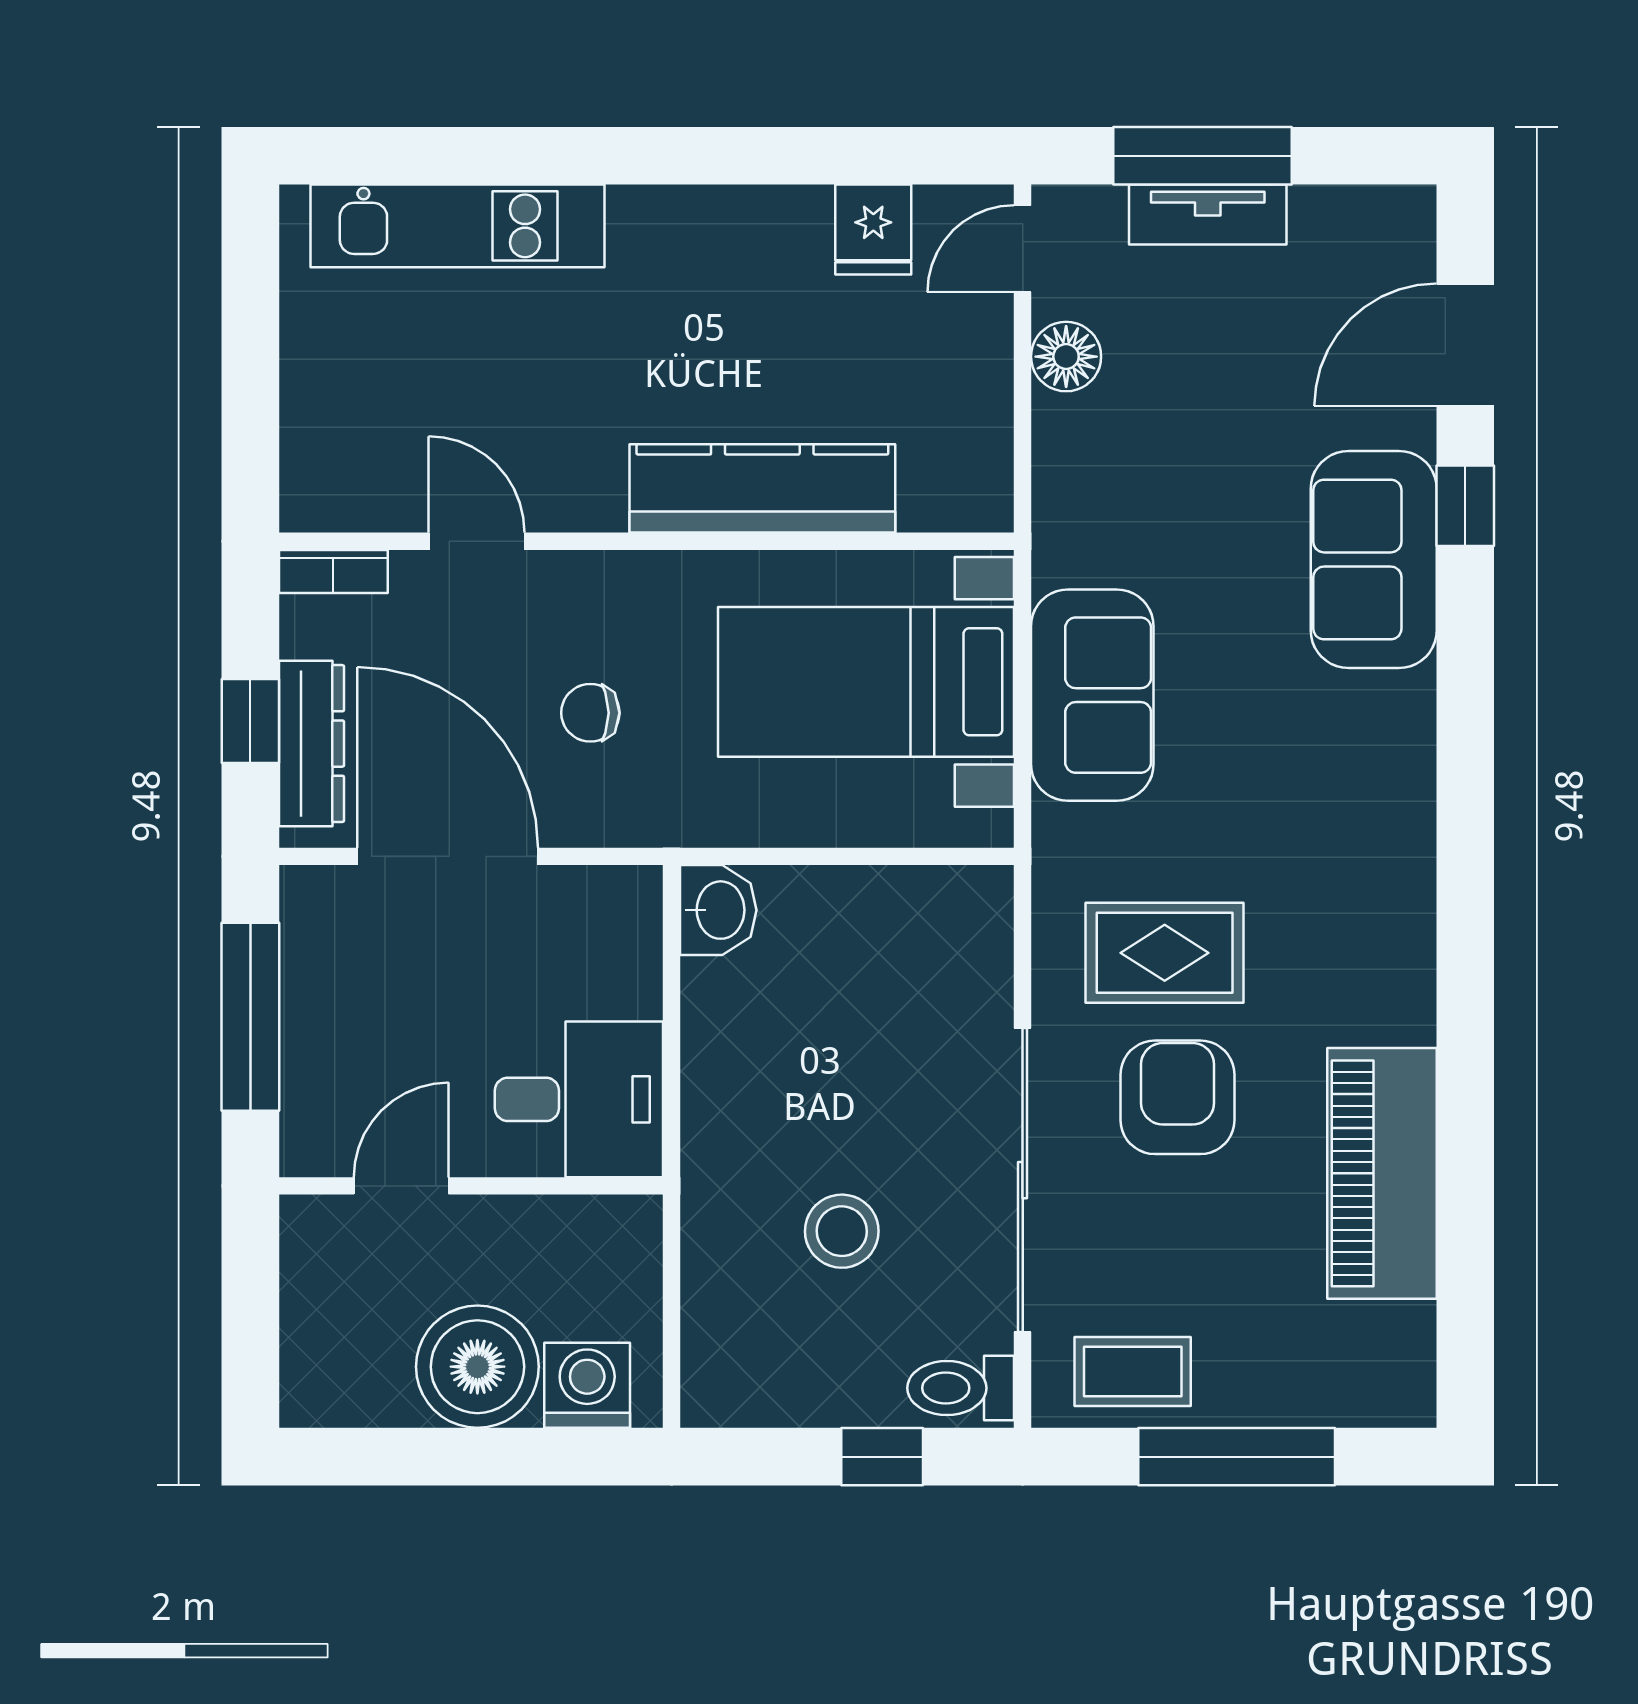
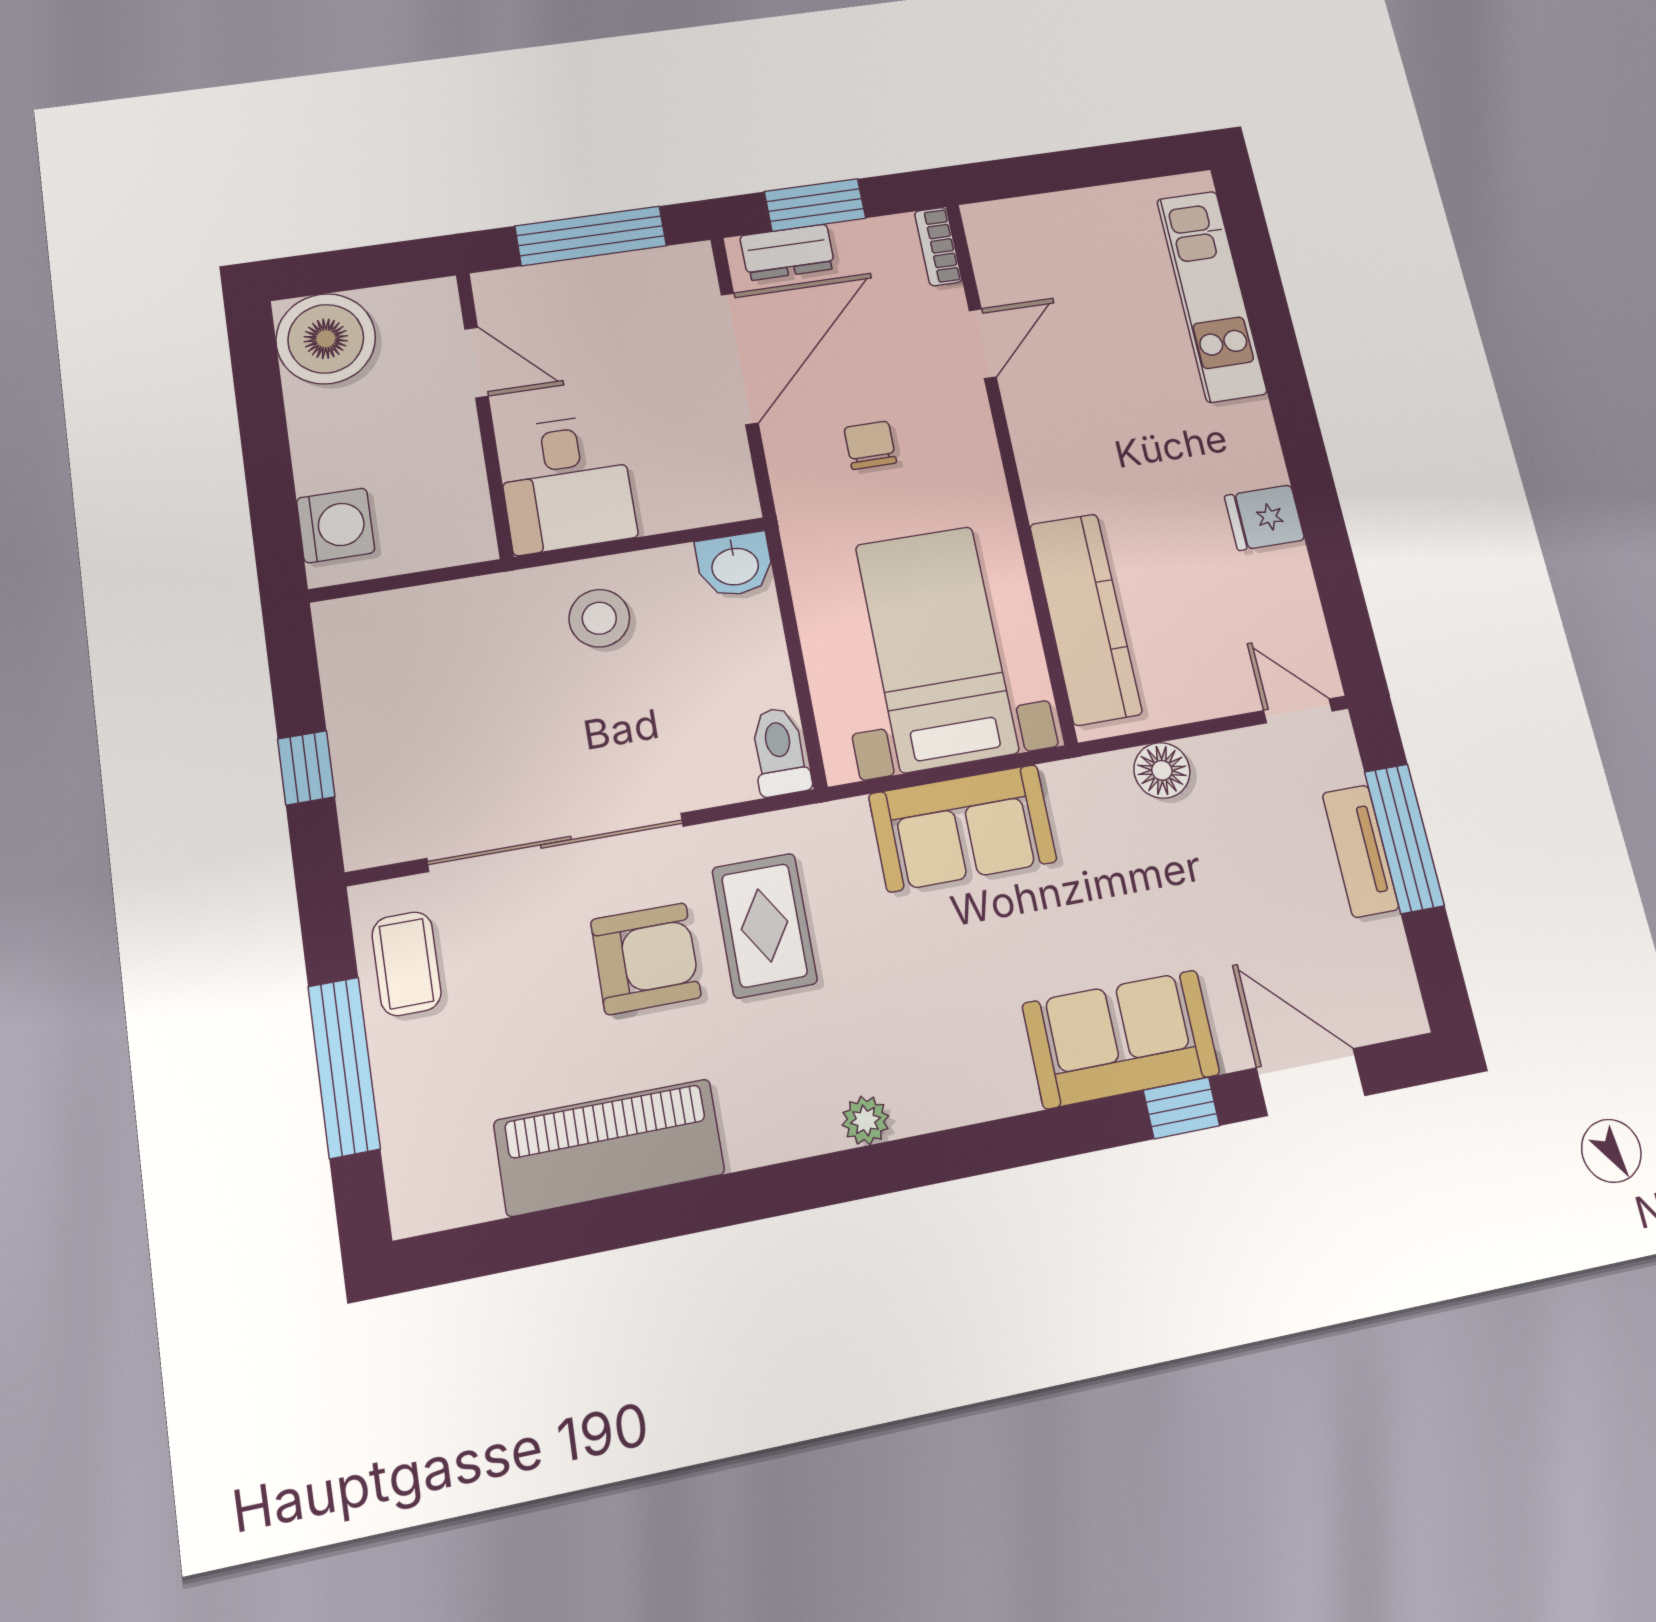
fridge: (873, 230) -> (1264, 518), moved
floor lamp: (1066, 357) -> (1162, 770), moved
kitchen counter: (762, 488) -> (1086, 619), moved
window: (250, 721) -> (815, 205), width x1.50
dresser: (311, 744) -> (788, 252), width x0.70
plant: (1408, 877) -> (865, 1120), added
stool: (842, 1231) -> (599, 618), moved
boiler: (477, 1367) -> (326, 339), moved
toilet: (961, 1388) -> (780, 752), moved

